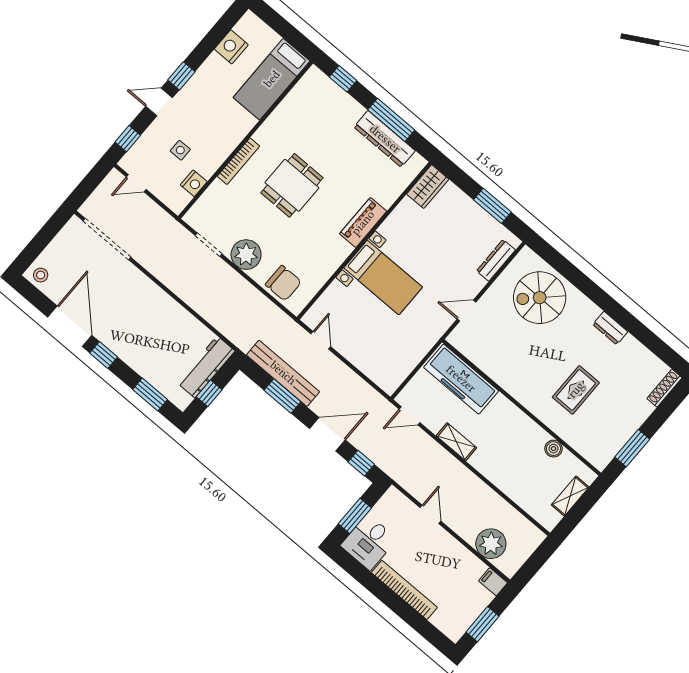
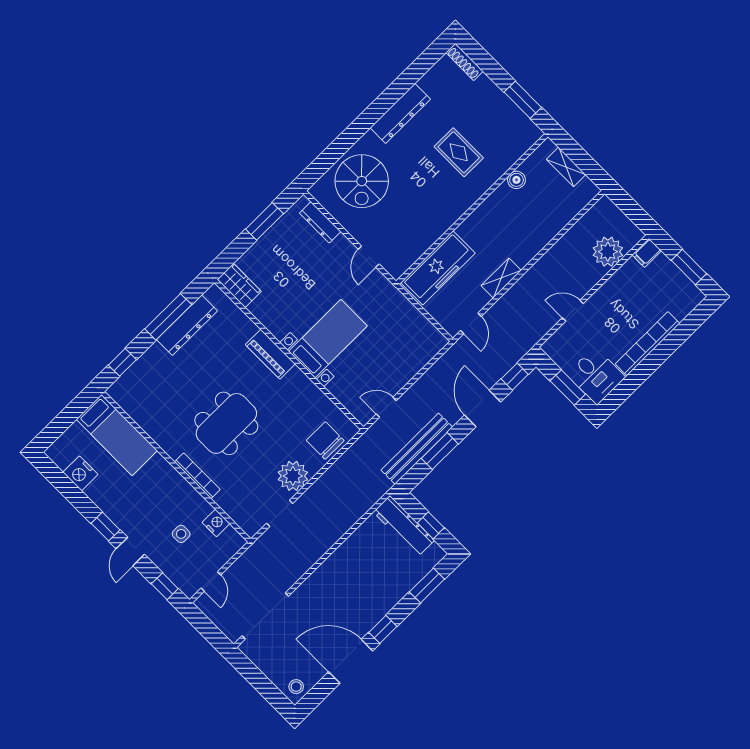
dining table: (292, 185) -> (226, 423), width x1.38
chair: (283, 283) -> (325, 440), turned -90
dresser: (610, 328) -> (400, 113), width x1.96, depth x1.24

